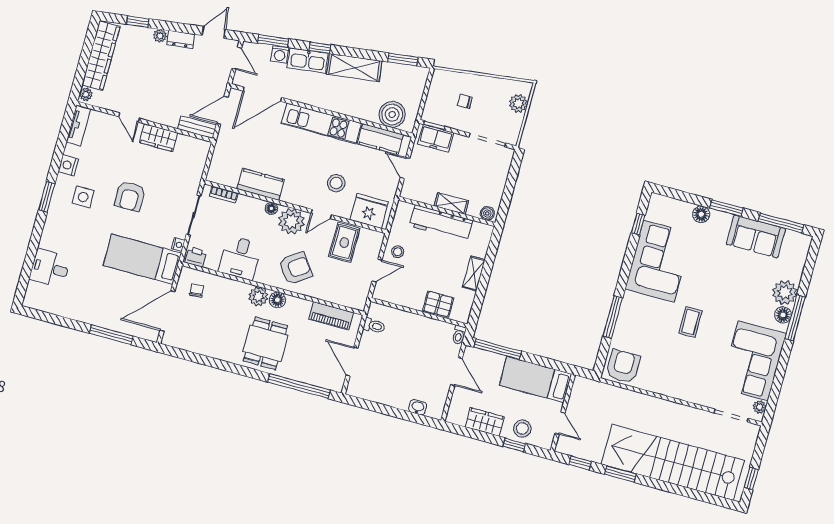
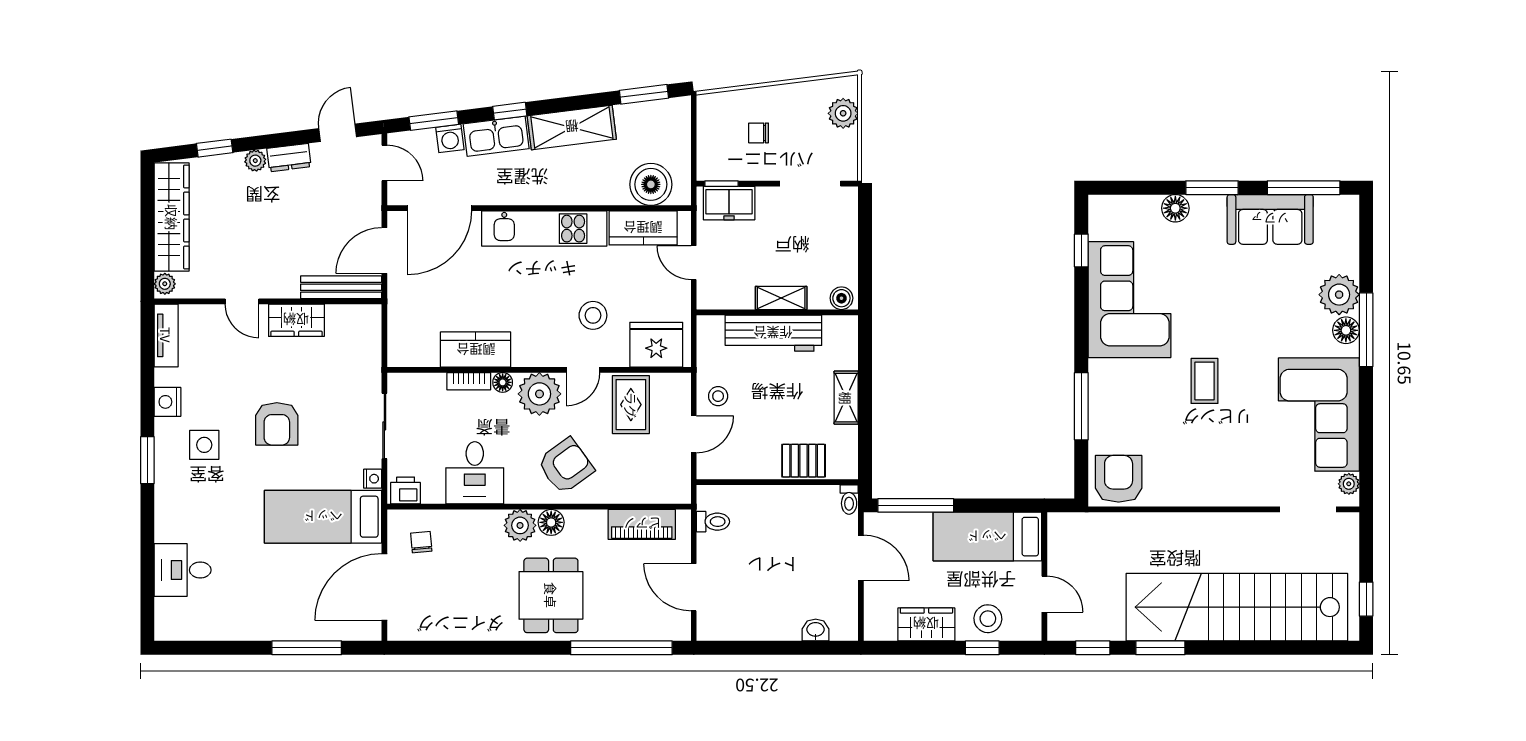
bench: (197, 127) -> (341, 287), width x1.36
bookcase: (224, 195) -> (469, 381), moved

